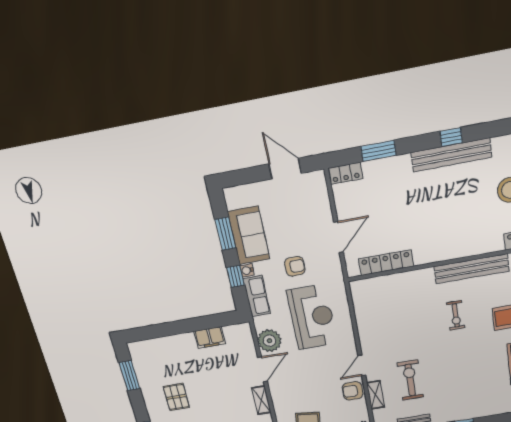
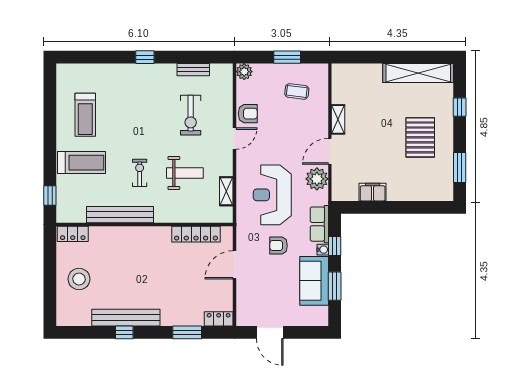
weight bench: (408, 323) -> (185, 173), added
shelving: (376, 395) -> (226, 191), moved
pallet: (176, 397) -> (420, 137), width x1.50, depth x1.42

